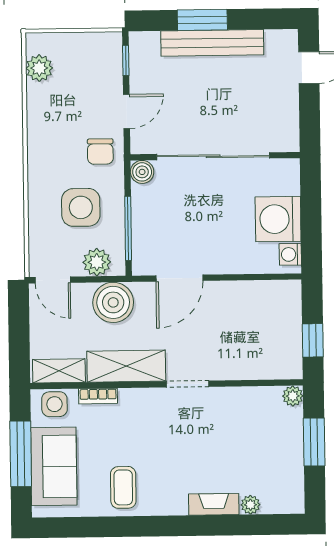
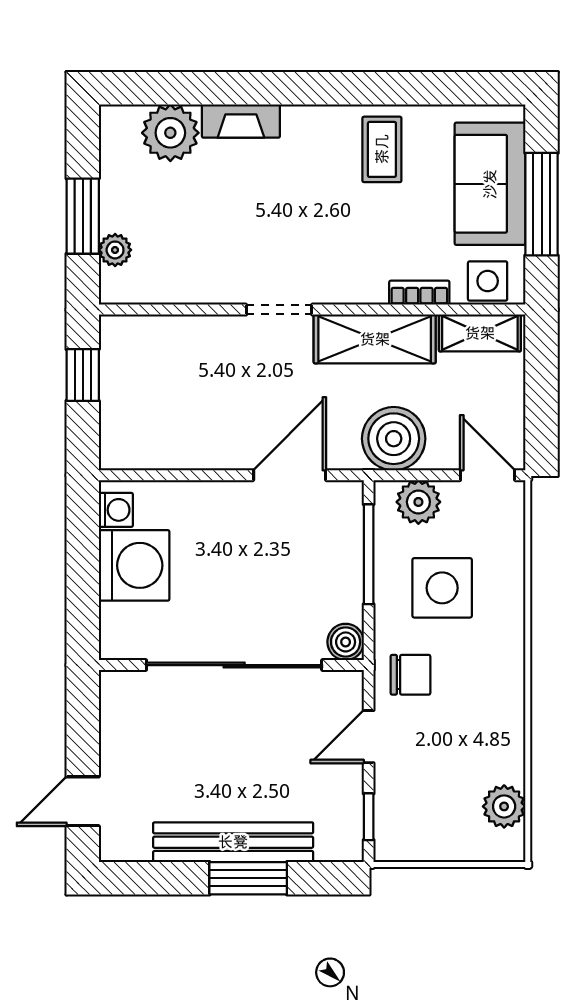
chair: (100, 152) -> (410, 675), turned 90
plant: (293, 396) -> (115, 250), moved
plant: (250, 505) -> (170, 133), width x1.87, depth x1.87

